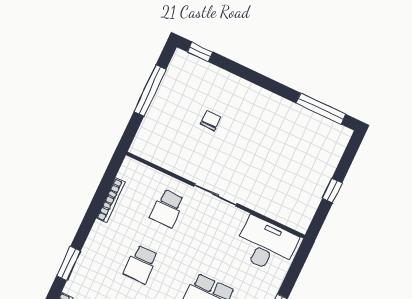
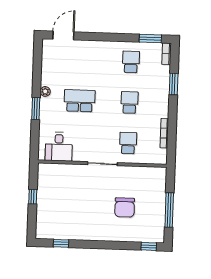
window: (321, 109) -> (61, 243), width x0.46
chair: (211, 121) -> (125, 207), width x1.87, depth x1.87
desk: (266, 245) -> (59, 147), width x0.73

